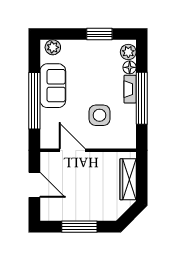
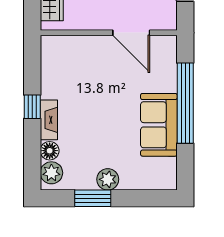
plant: (53, 47) -> (108, 179), moved
window: (142, 98) -> (32, 107), width x0.32
side table: (100, 115) -> (92, 83), removed

